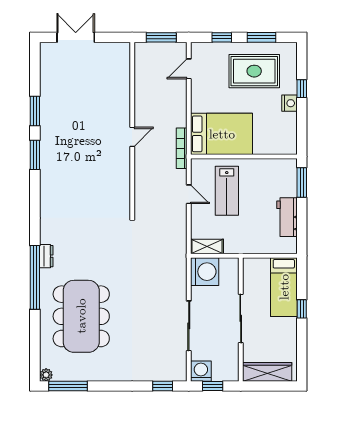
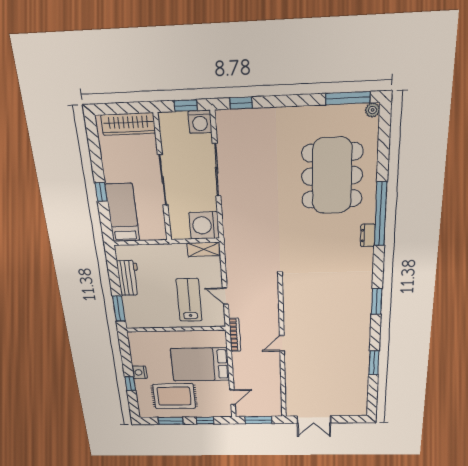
double door: (76, 37) -> (314, 419), moved
bed: (222, 134) -> (200, 364), moved
window: (35, 155) -> (377, 302), moved

